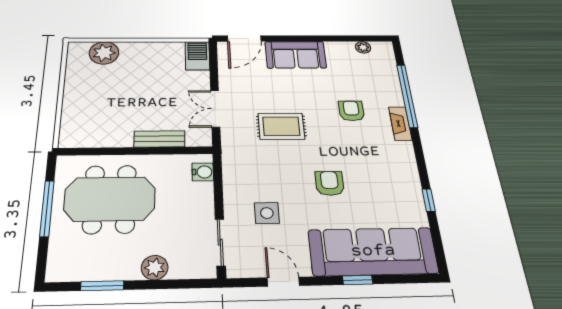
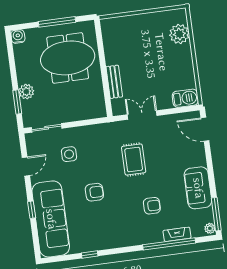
window: (363, 38) -> (216, 214), added
plant: (363, 47) -> (210, 228), moved
sofa: (296, 55) -> (198, 188), moved
fireplace: (400, 124) -> (177, 234), moved
water cooler: (203, 172) -> (18, 36), moved, turned 180
meeting table: (110, 199) -> (68, 58), turned 90
window: (102, 286) -> (17, 102), moved

